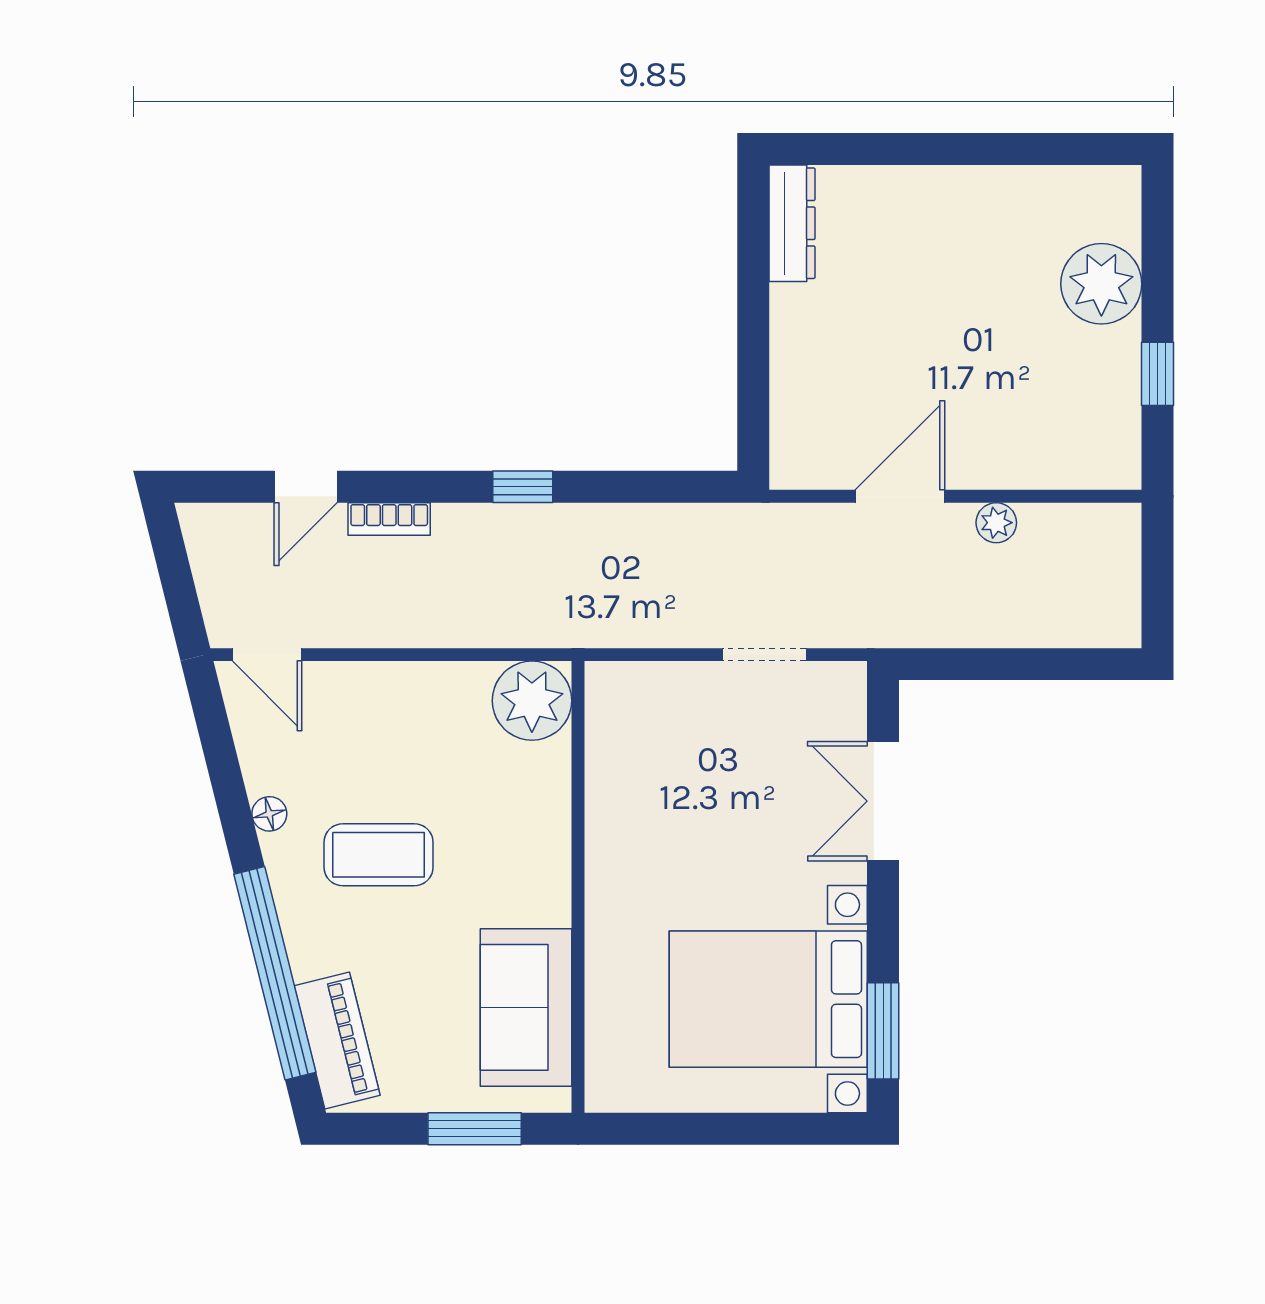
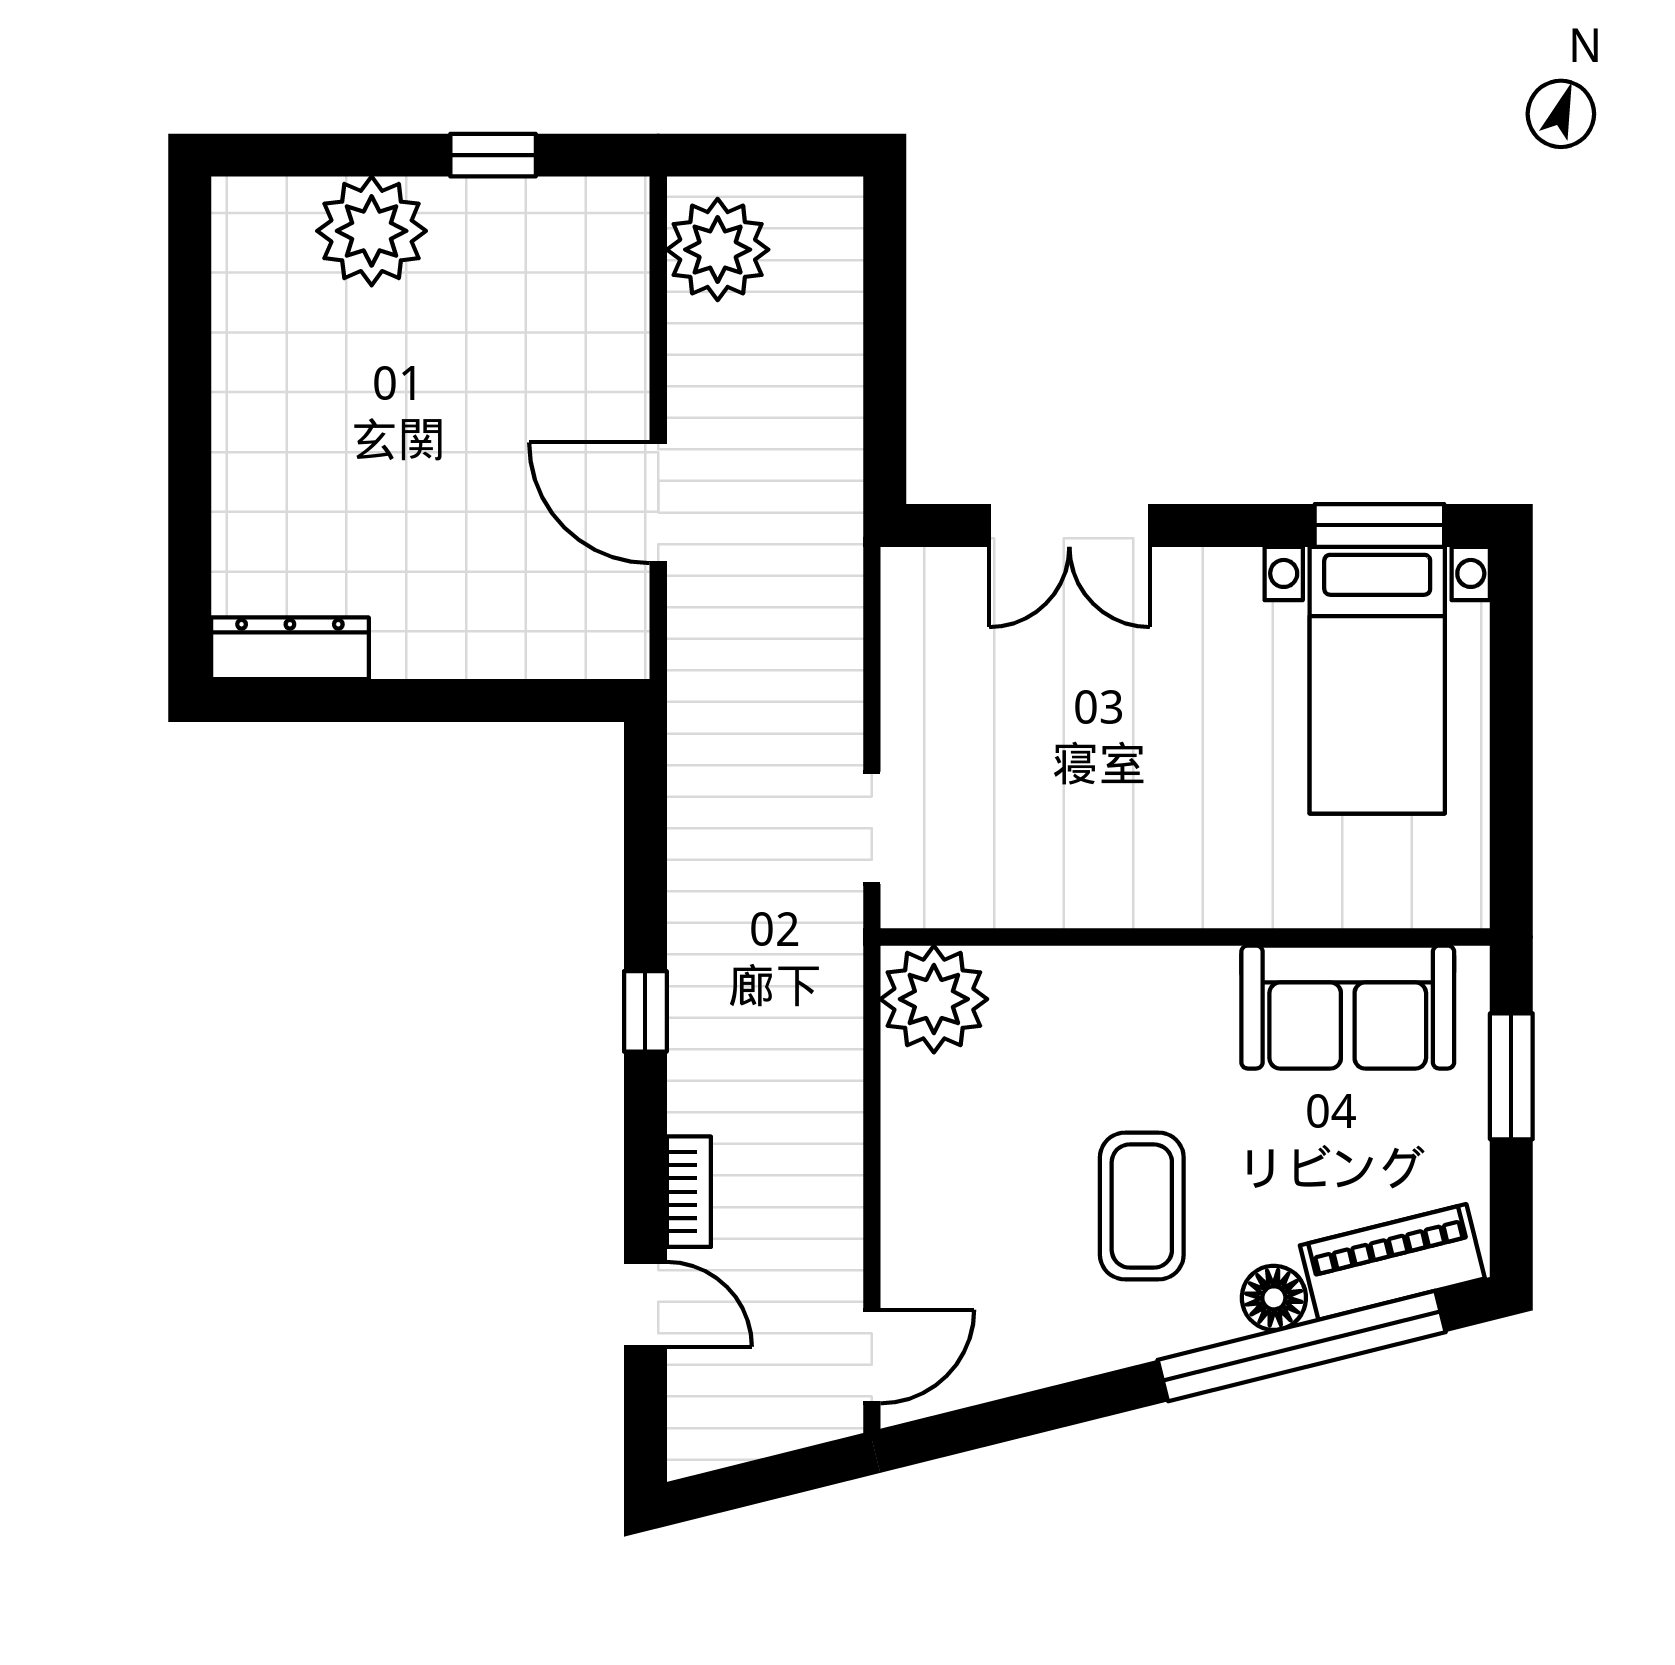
plant: (996, 523) -> (718, 250), moved, width x1.87, depth x1.87
doorway: (765, 655) -> (872, 828), moved
floor lamp: (269, 814) -> (1274, 1298), moved, width x1.37, depth x1.37
bed with nightstands: (768, 999) -> (1377, 680), width x0.73

